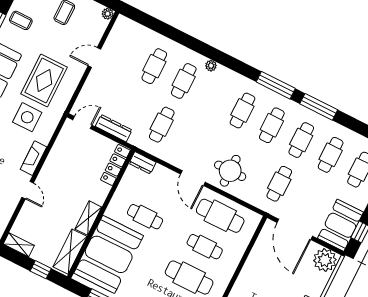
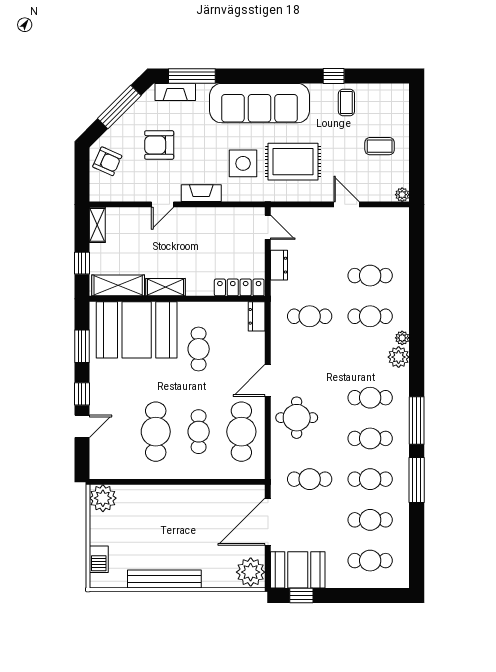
plant: (223, 75) -> (399, 357), added
dresser: (114, 128) -> (279, 265), width x0.70

